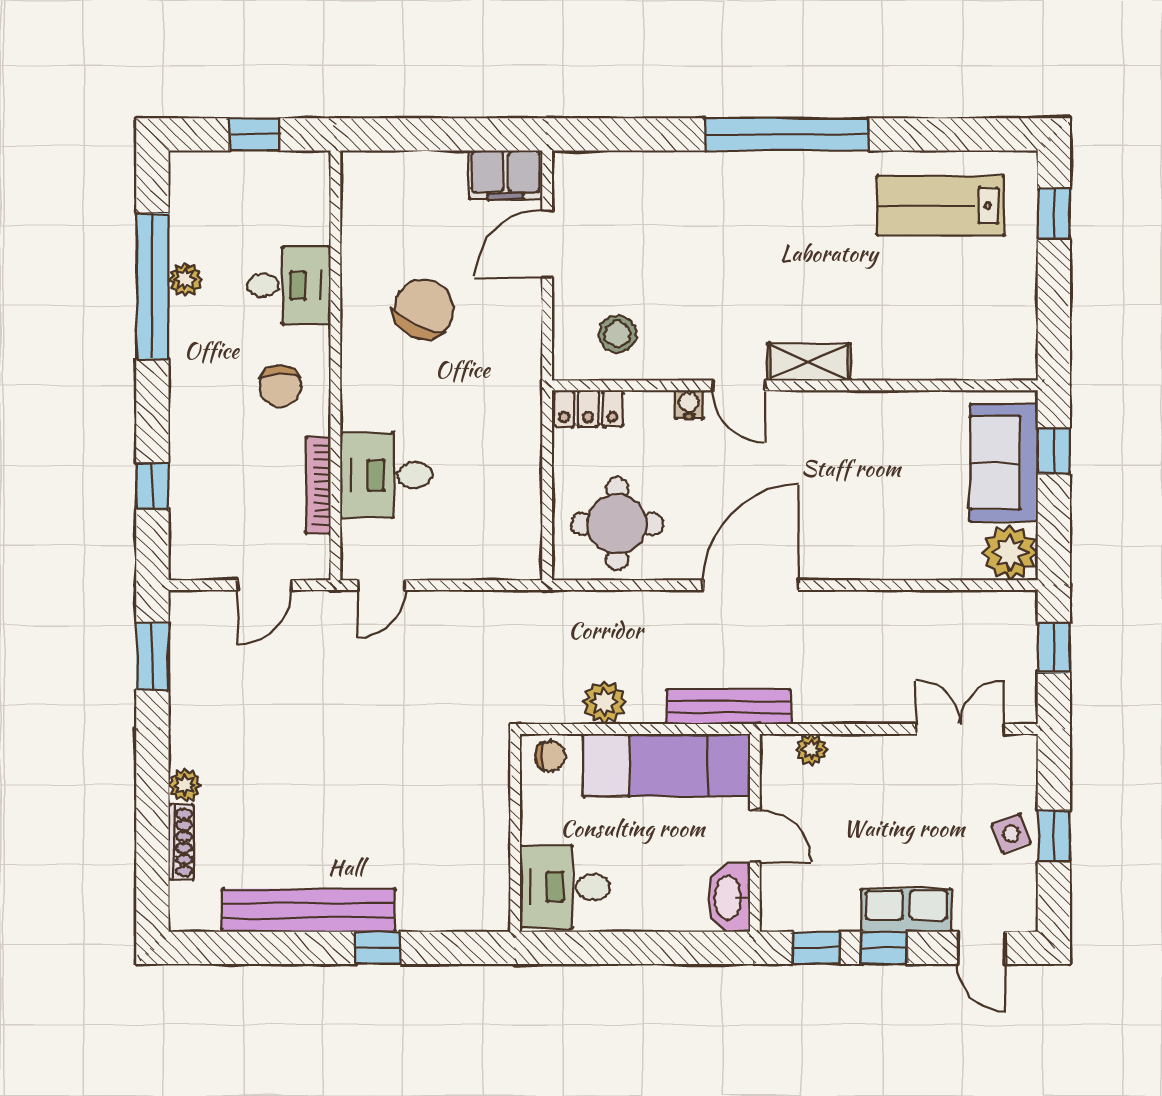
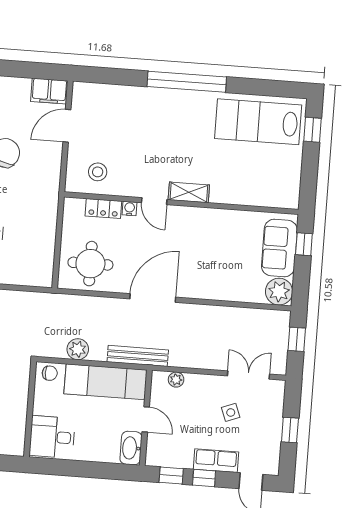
lab bench: (941, 206) -> (258, 122), width x1.36, depth x1.39
locker: (588, 409) -> (103, 209), moved
side table: (1011, 833) -> (231, 412), moved

